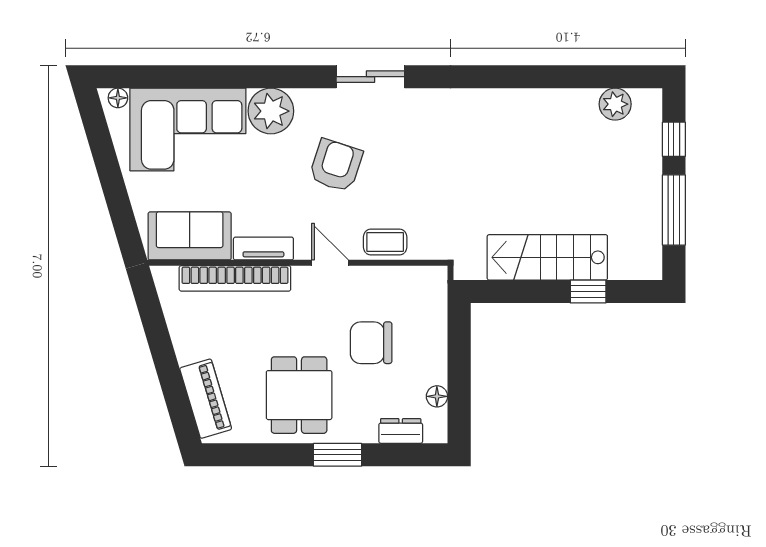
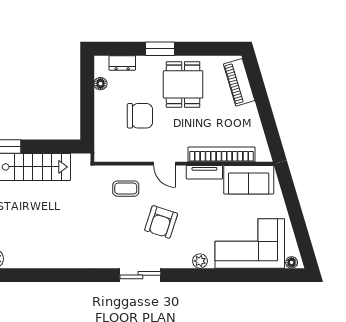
plant: (271, 111) -> (200, 261), width x0.53, depth x0.53
coffee table: (385, 242) -> (126, 189), moved

